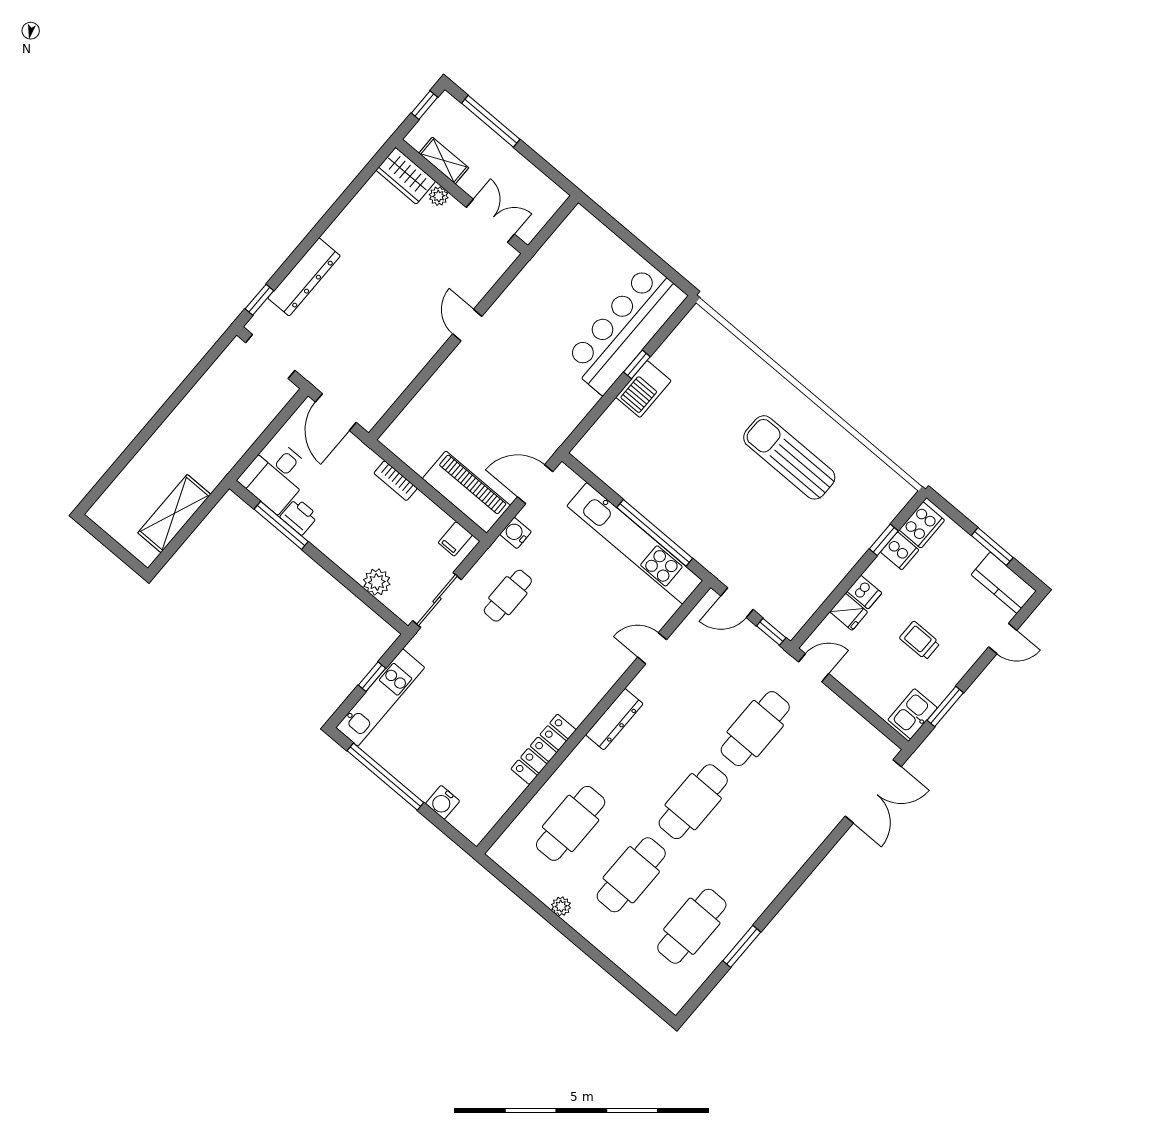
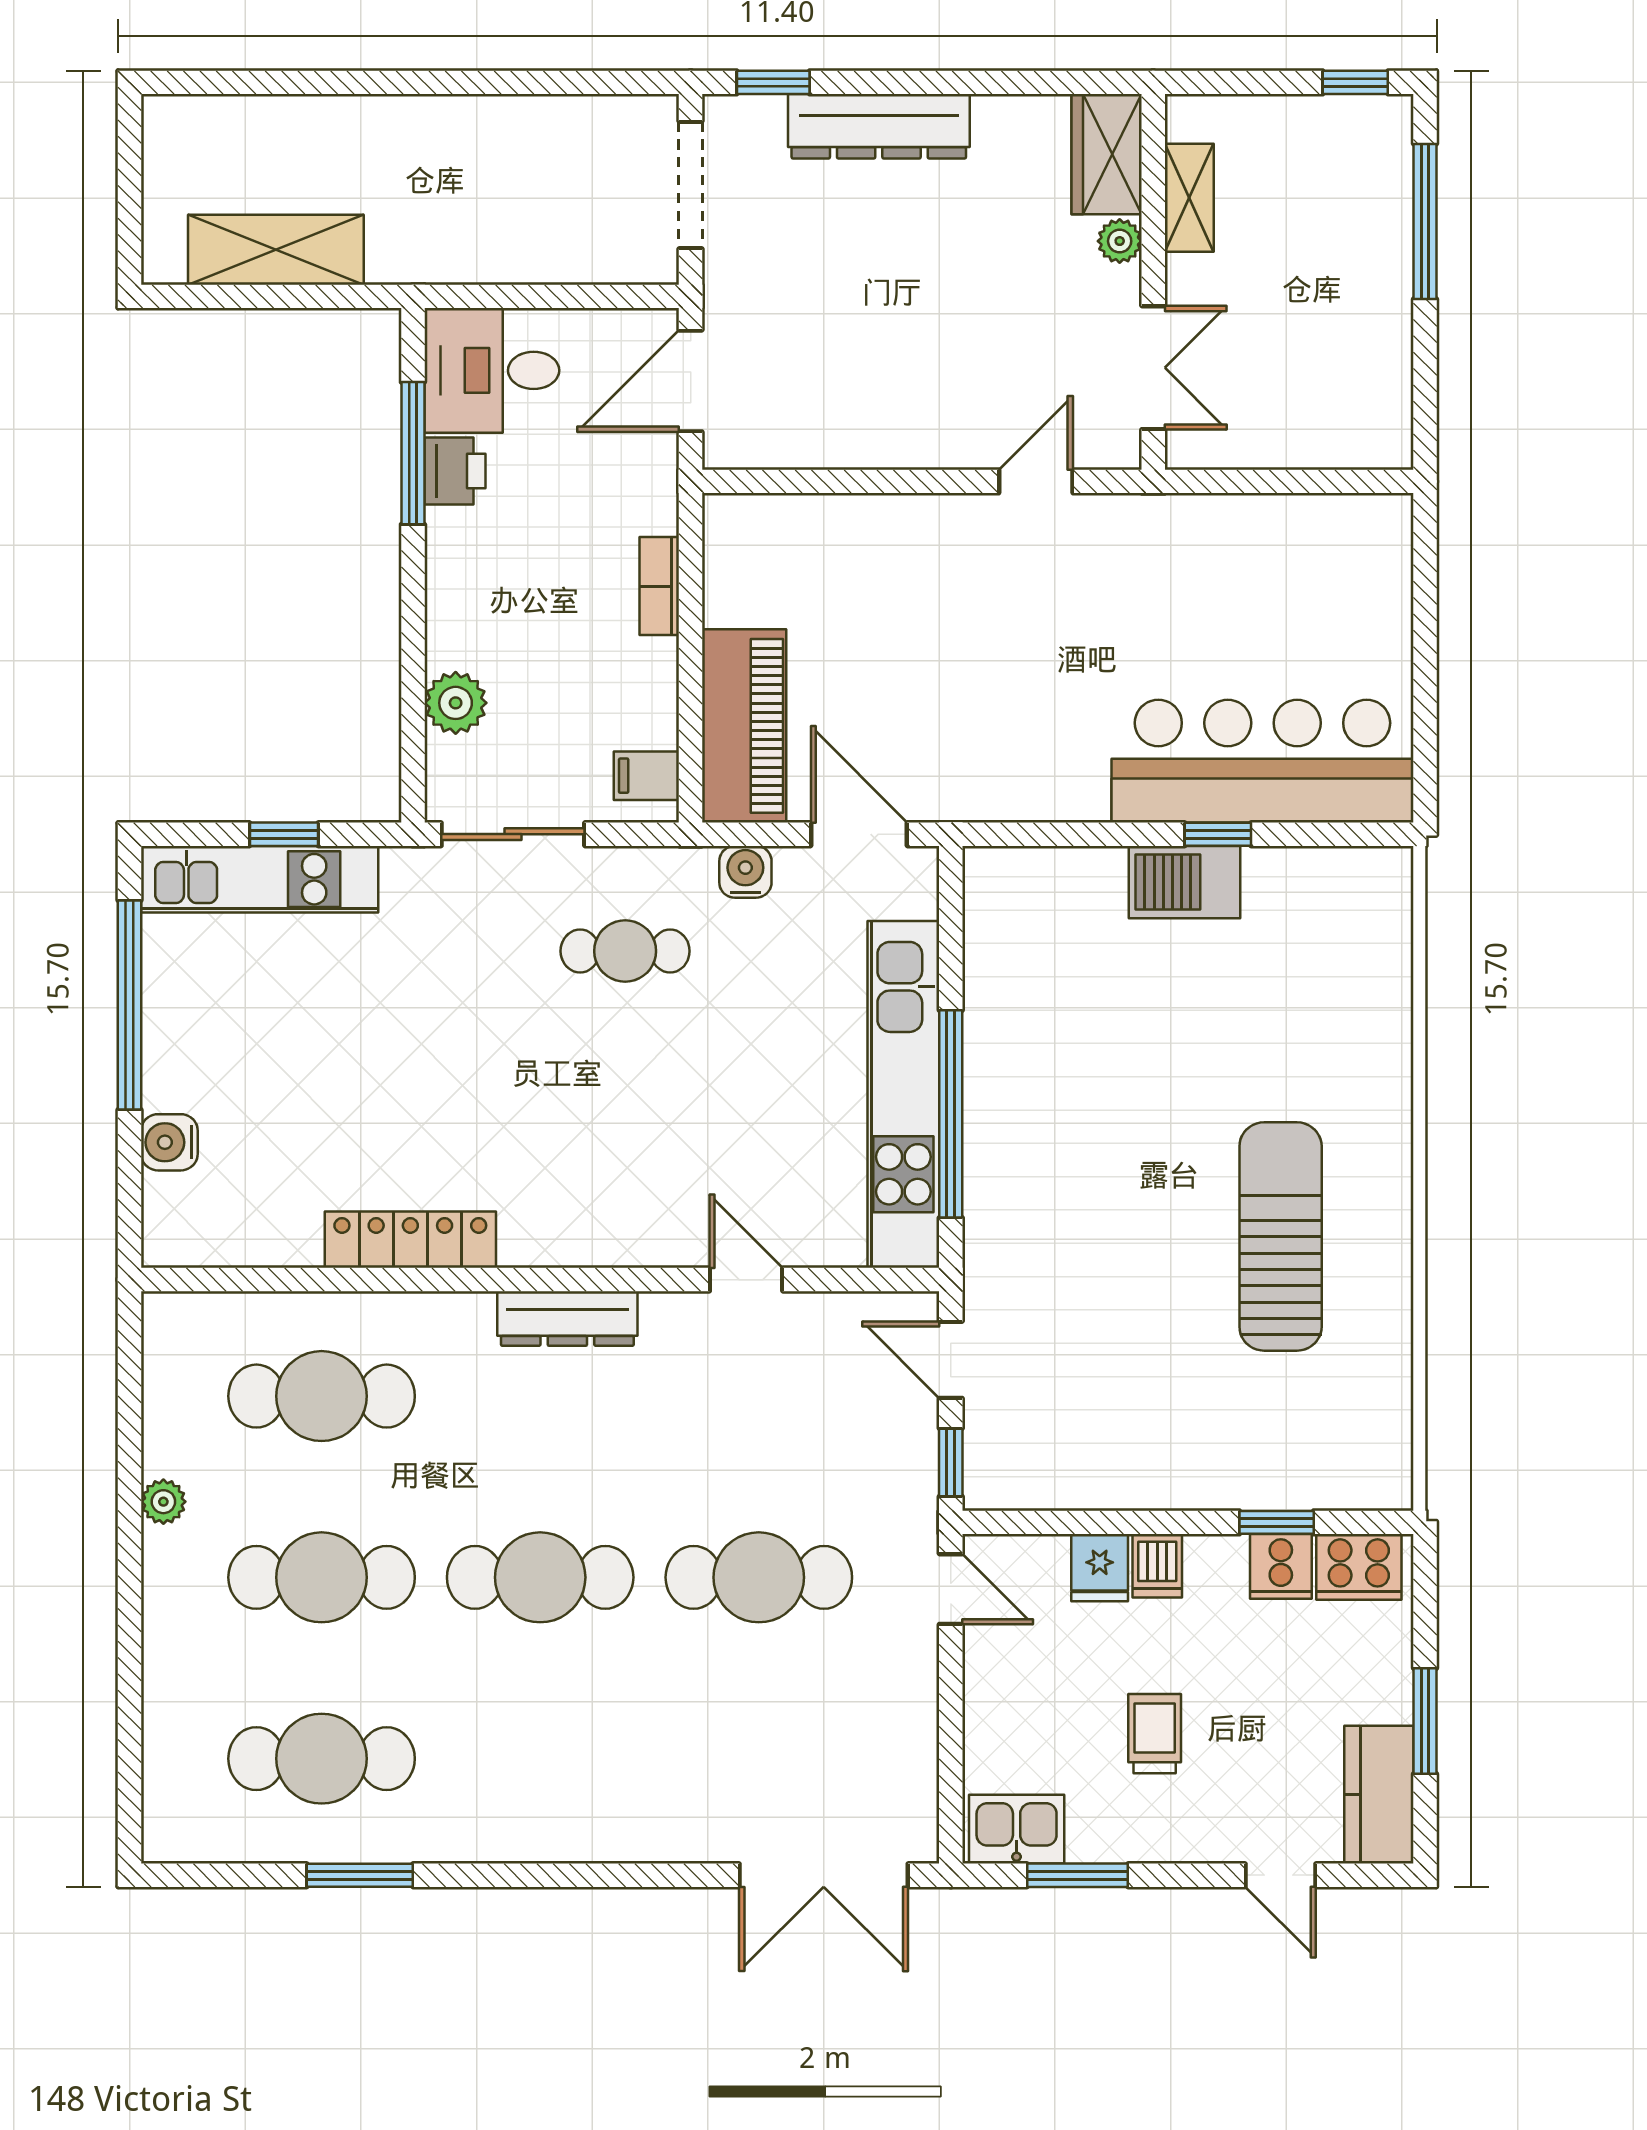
shelving: (444, 161) -> (1189, 198), moved
wardrobe: (406, 176) -> (1107, 154), moved
plant: (439, 196) -> (1120, 241), moved
wall: (462, 196) -> (1153, 282), moved
double door: (490, 221) -> (1153, 368), moved

